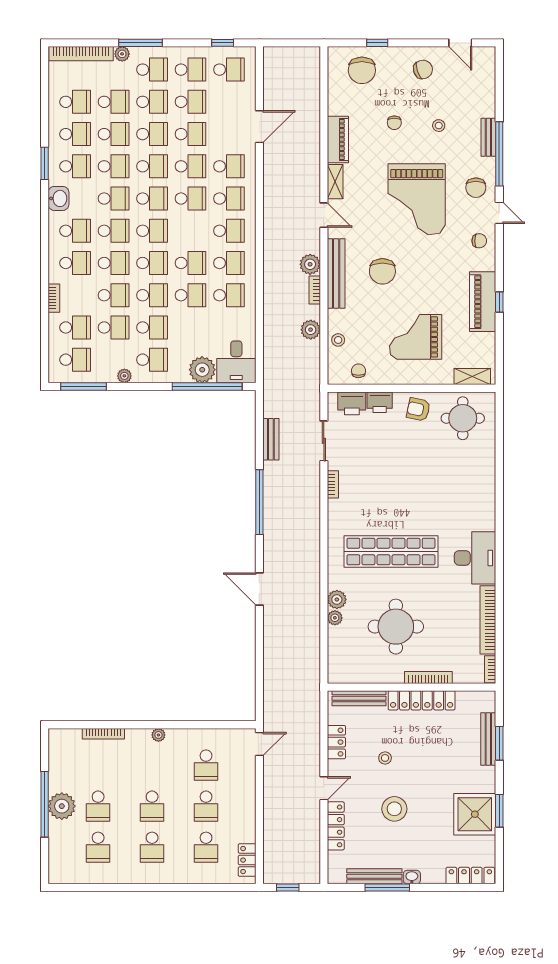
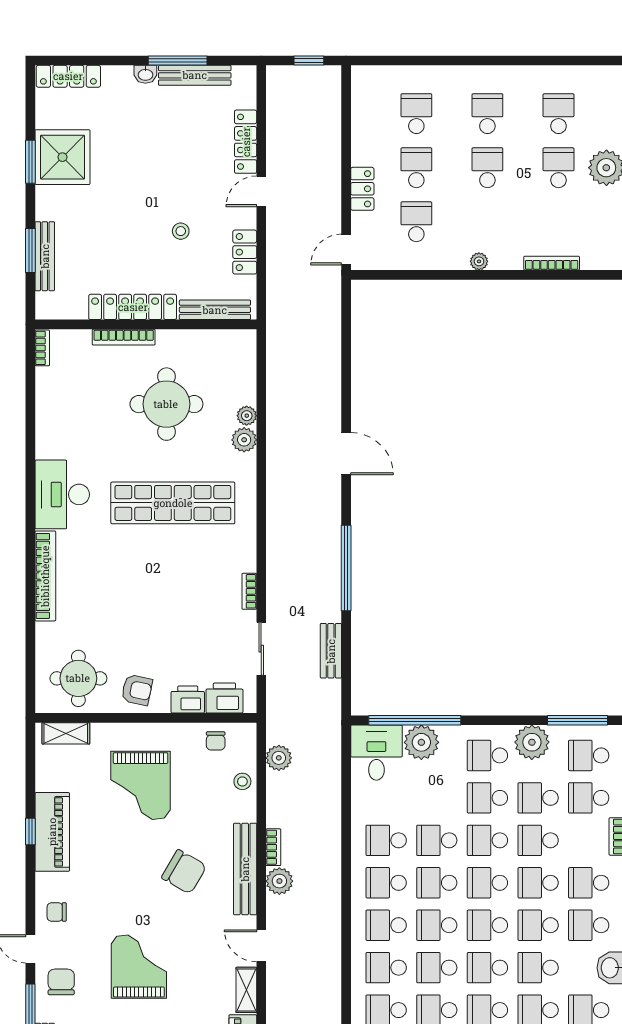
grand piano: (417, 199) -> (139, 967), width x0.73, depth x0.68
school desk: (191, 231) -> (437, 925), added
chair: (382, 271) -> (184, 872), turned 120
plant: (311, 330) -> (279, 758), moved
grand piano: (416, 337) -> (140, 785), turned 90
plant: (124, 376) -> (532, 742), width x1.88, depth x1.88
bookcase: (488, 620) -> (45, 576), moved
stool: (394, 809) -> (168, 164), removed
locker: (247, 860) -> (362, 189), moved

